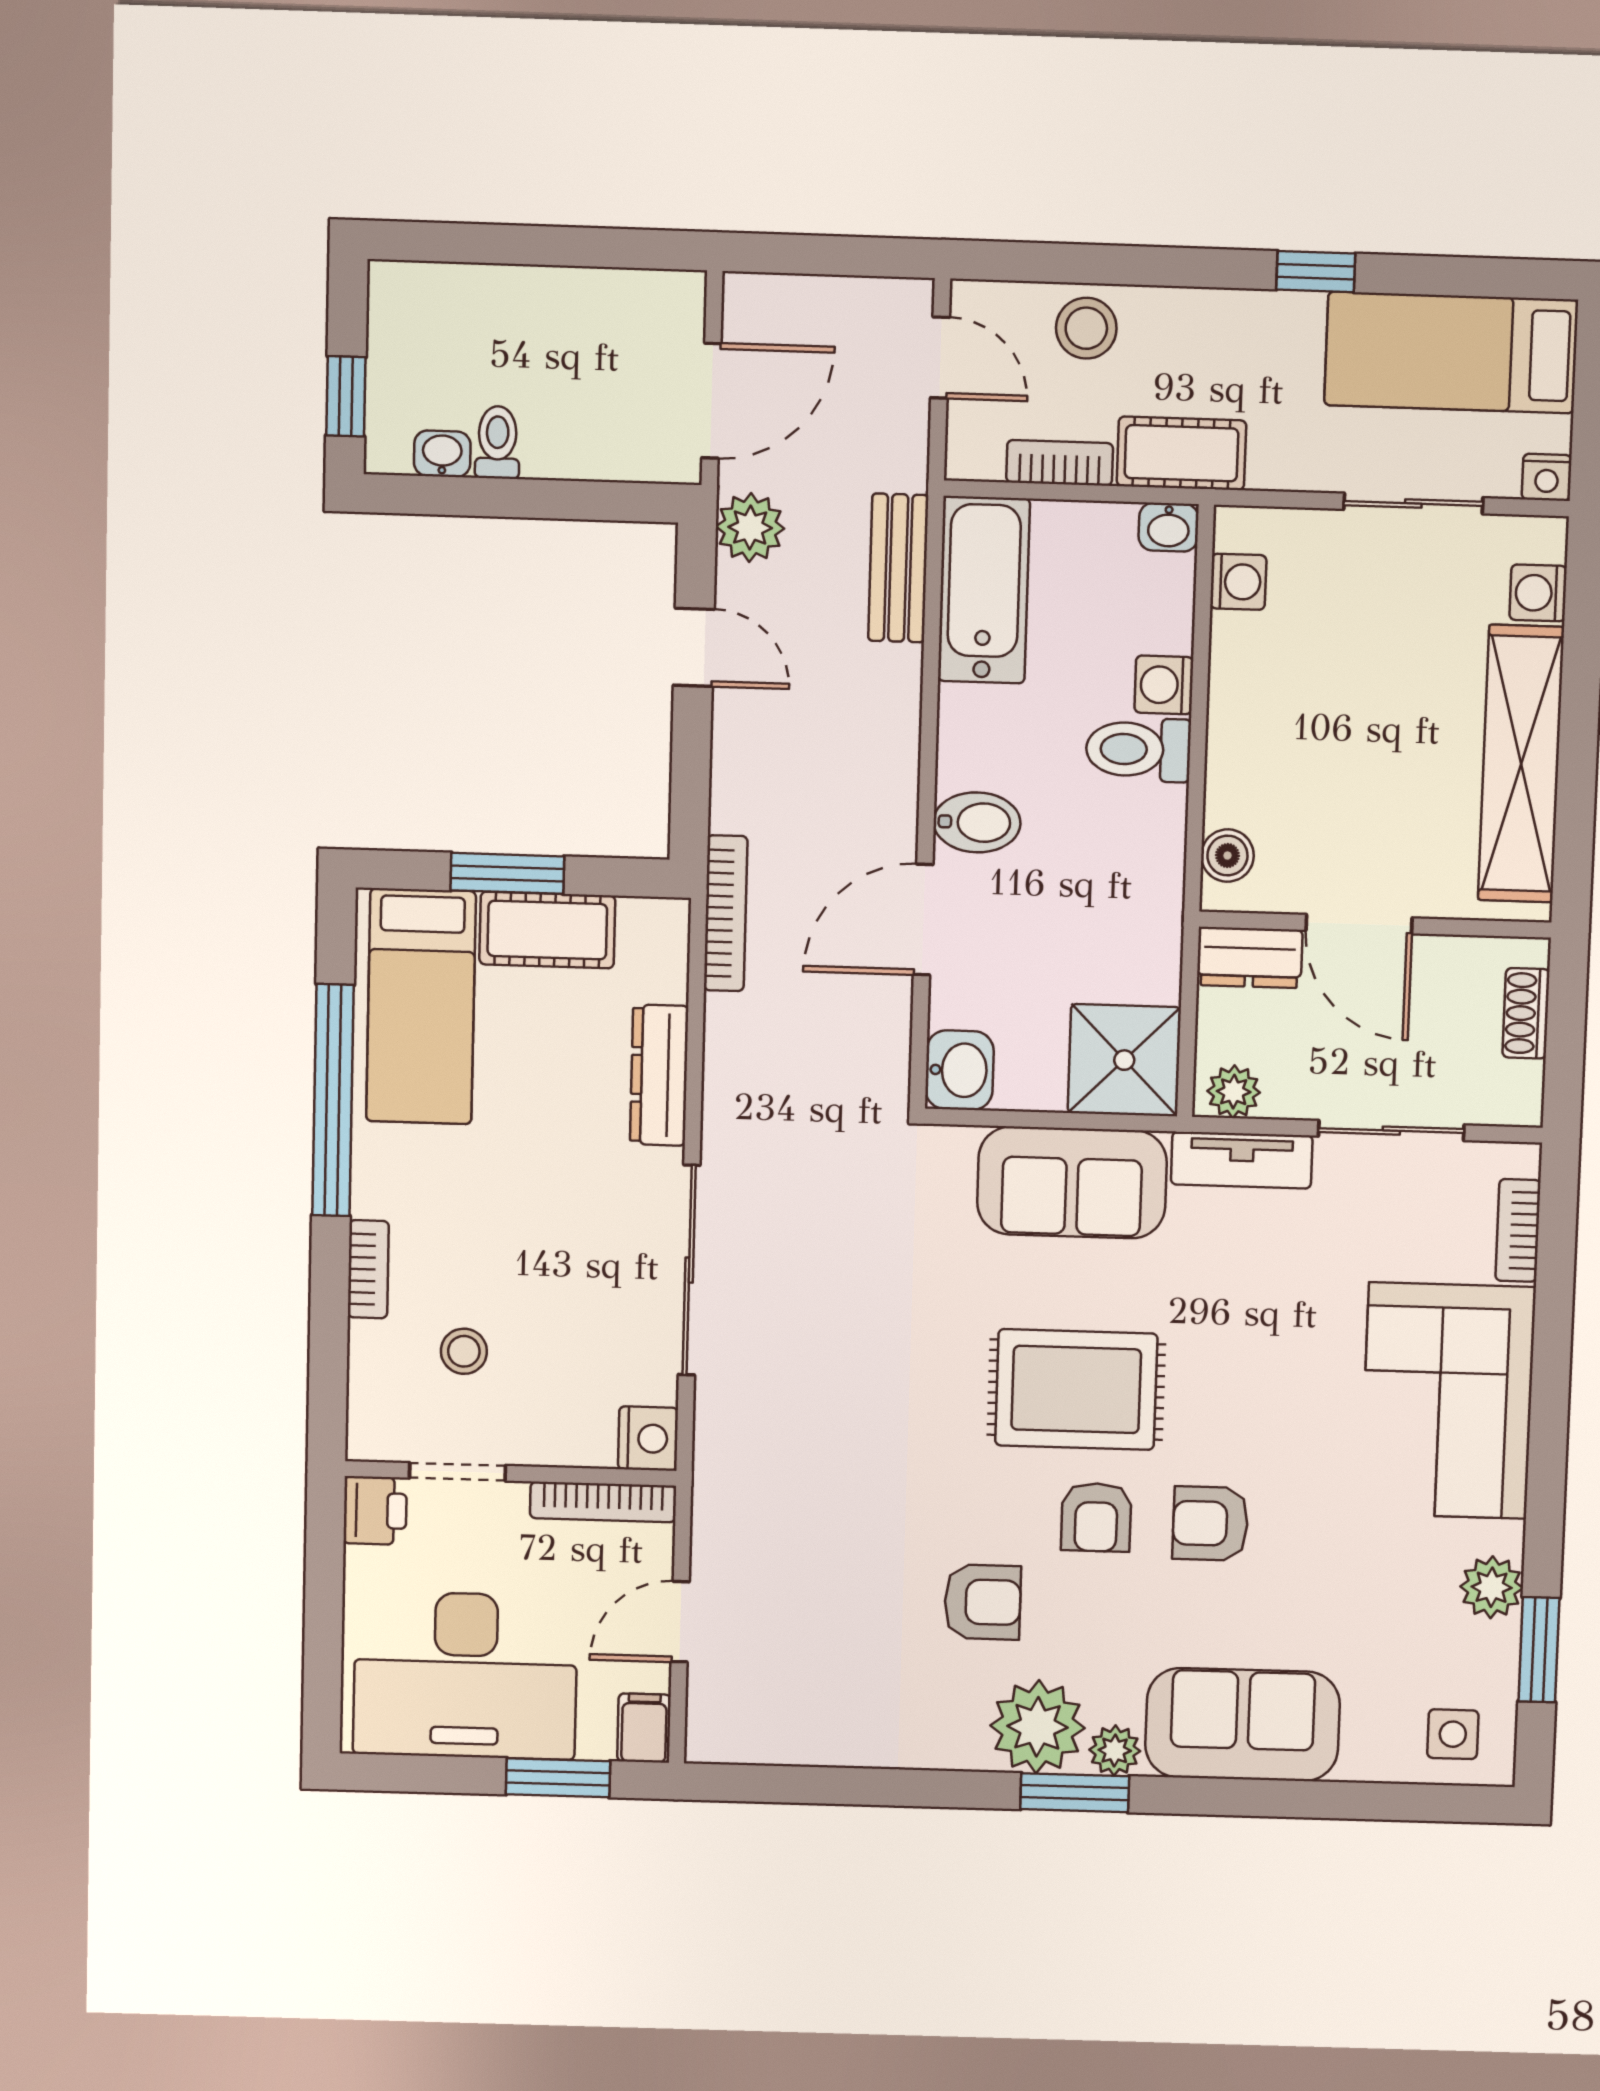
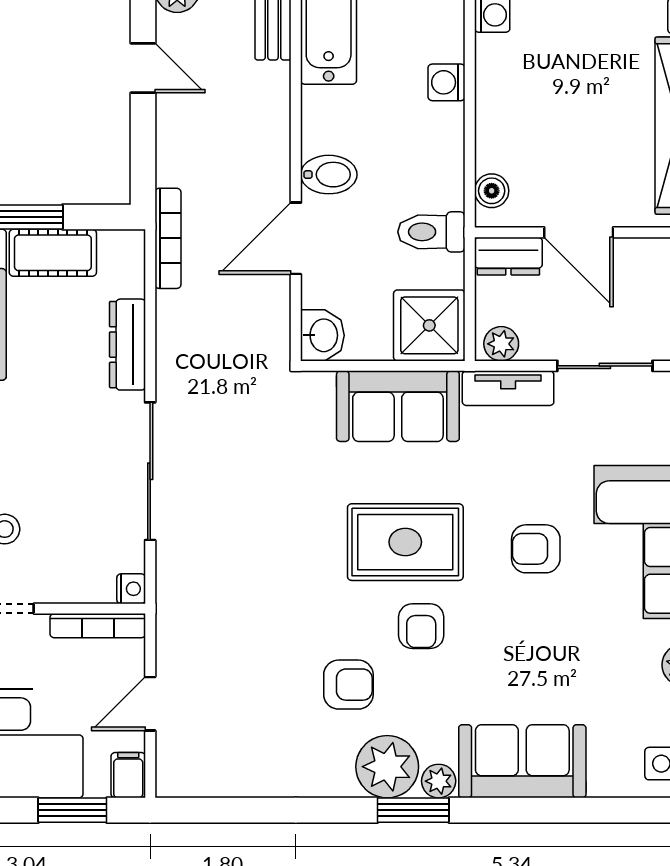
toilet: (1138, 749) -> (431, 232), moved
nightstand: (648, 1439) -> (131, 589), width x0.72, depth x0.74
armchair: (1210, 1523) -> (536, 549), moved

